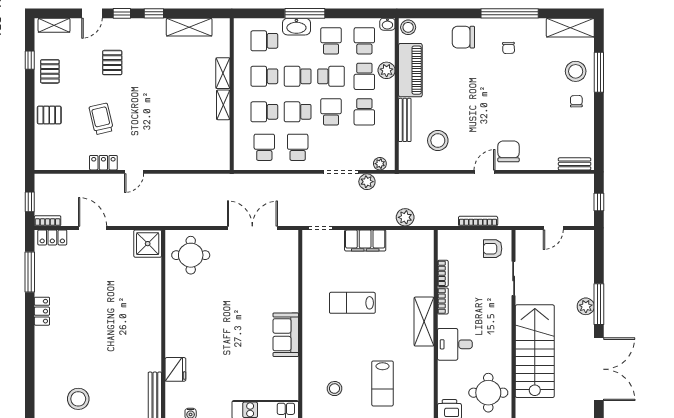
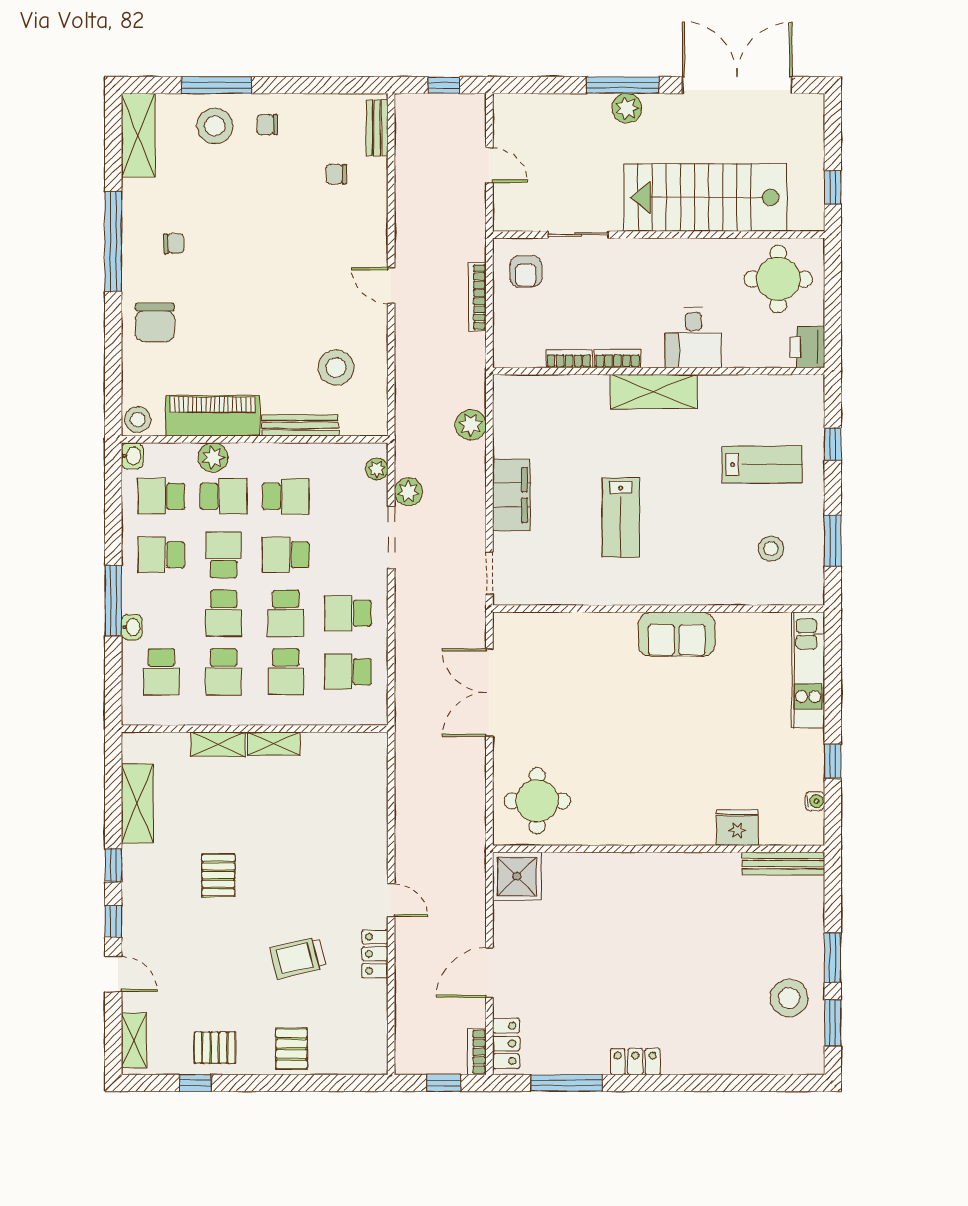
washbasin: (296, 27) -> (132, 627), width x0.52, depth x0.69
pallet: (112, 63) -> (218, 875), moved, turned 90
chair: (509, 151) -> (336, 174), moved, width x0.54, depth x0.54

